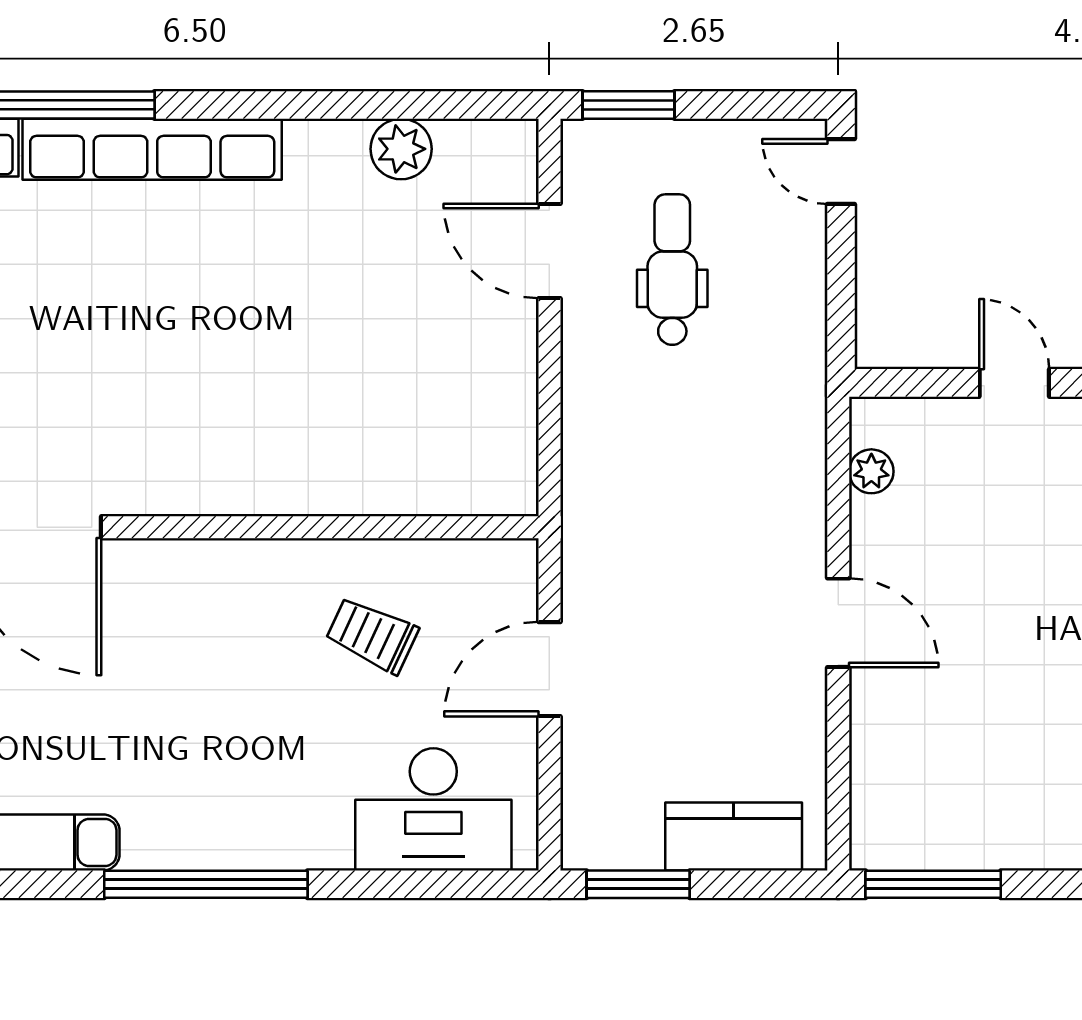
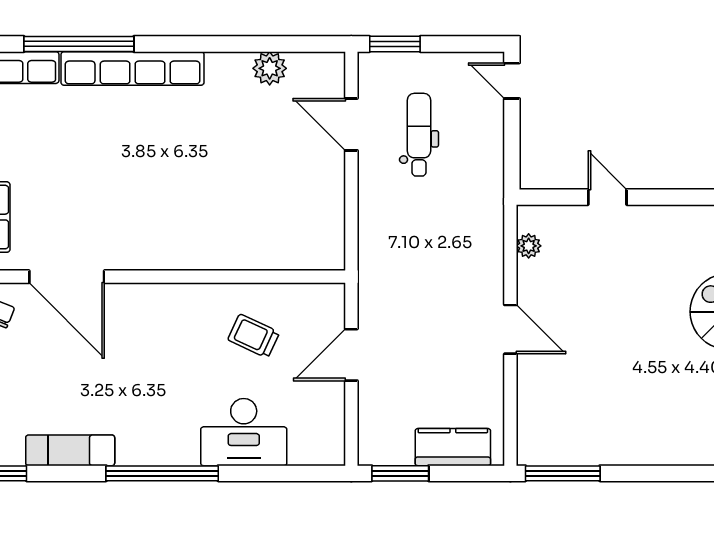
desk: (433, 809) -> (244, 432), moved

